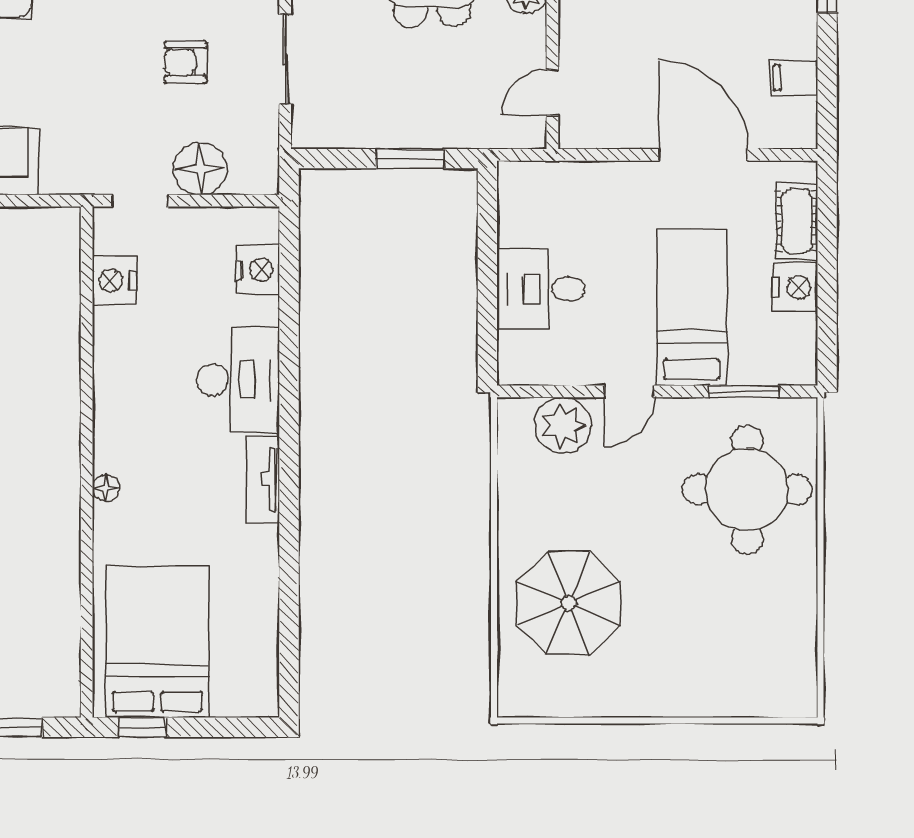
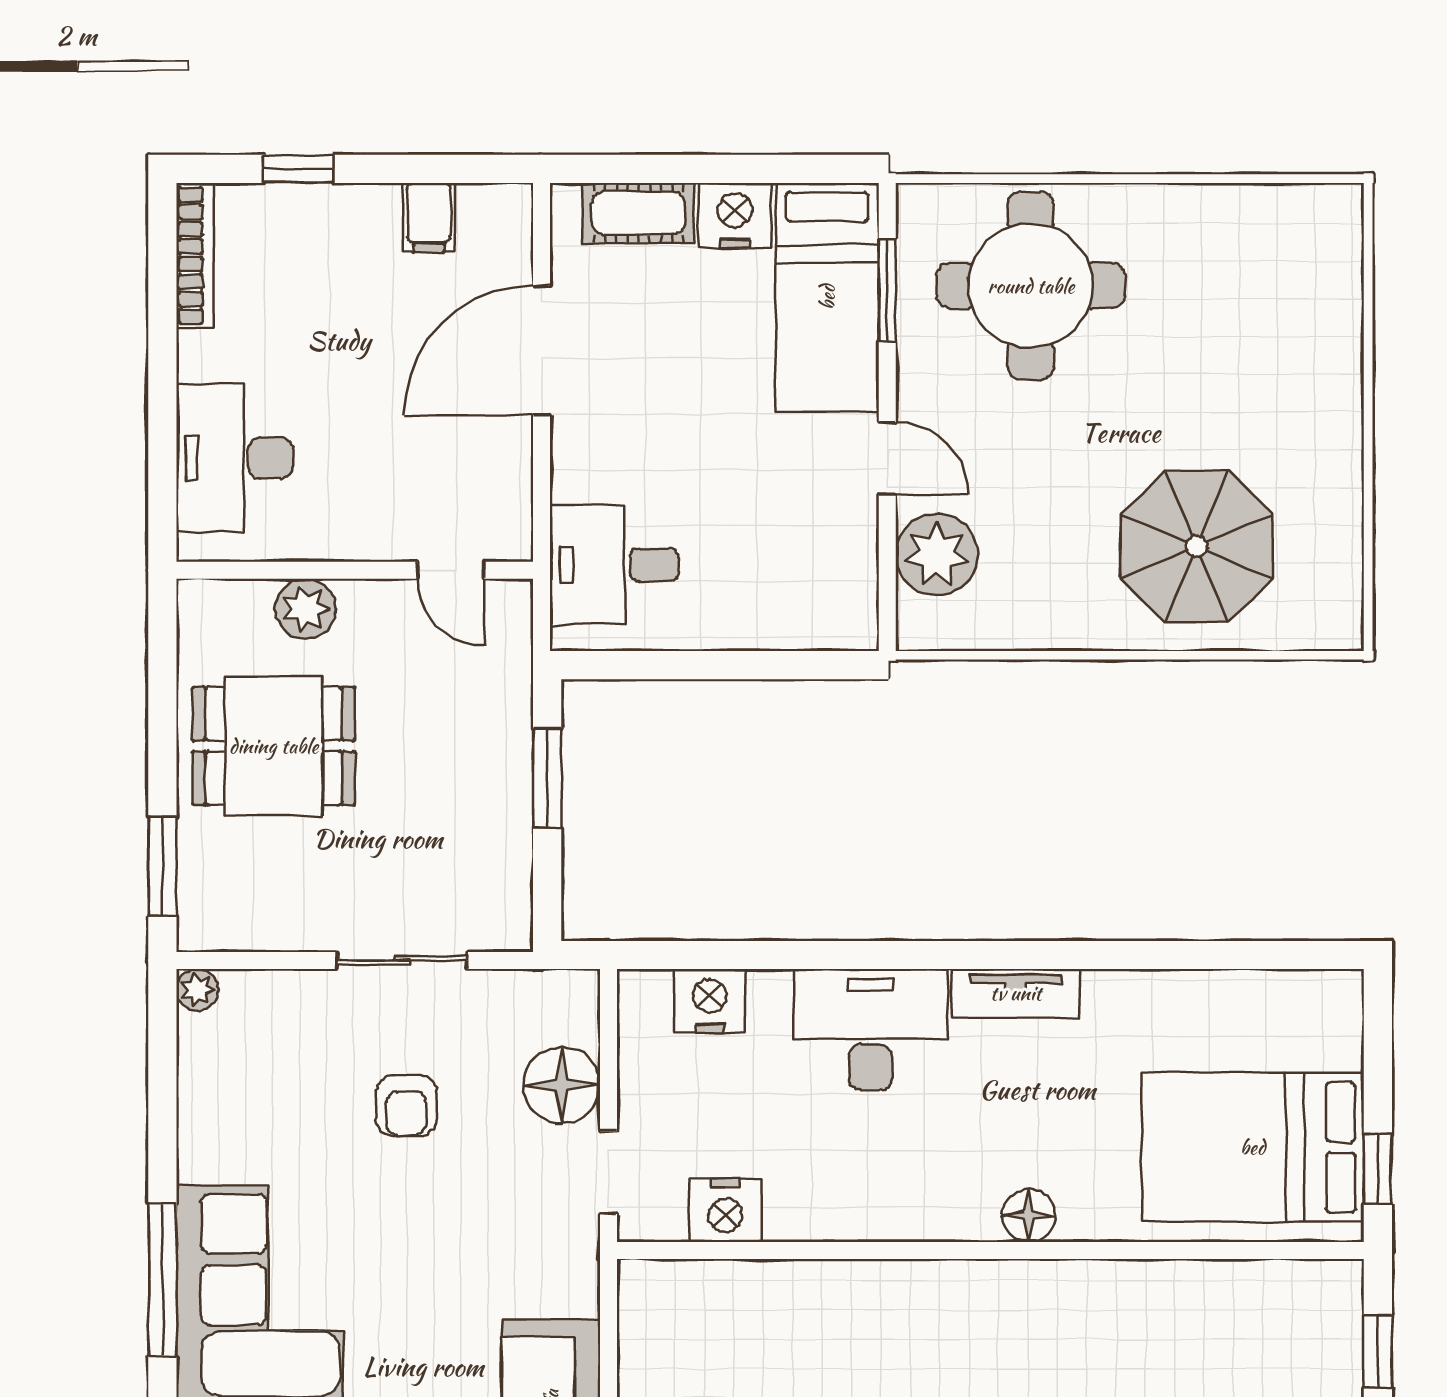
desk: (541, 289) -> (614, 565), moved, turned 90
bed: (692, 307) -> (827, 297), moved, turned -90
floor lamp: (106, 488) -> (1029, 1215), width x1.37, depth x1.37

